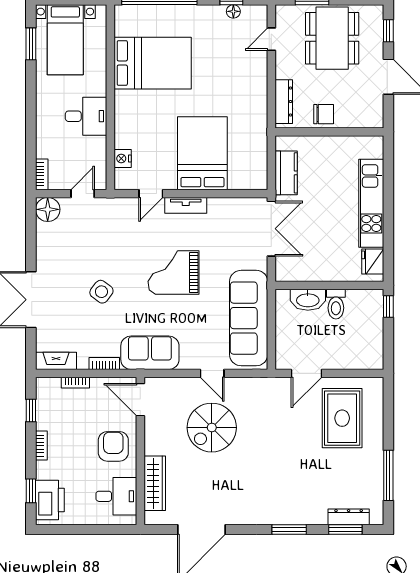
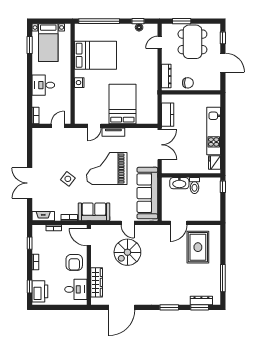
desk: (86, 116) -> (43, 85), moved, turned 180
nightstand: (123, 159) -> (79, 83), moved
floor lamp: (48, 209) -> (39, 134), removed
grand piano: (174, 273) -> (107, 168), width x1.37, depth x1.48
armchair: (113, 446) -> (74, 262), turned 180

